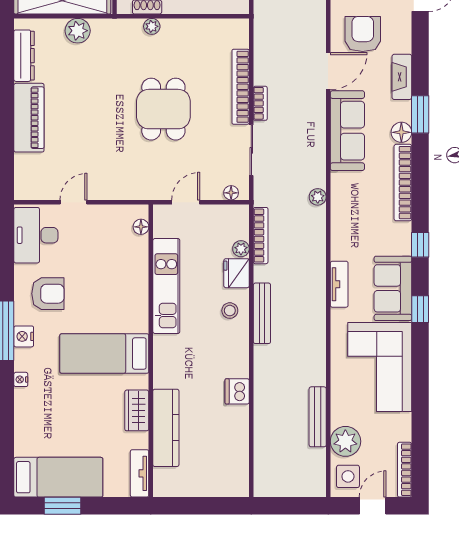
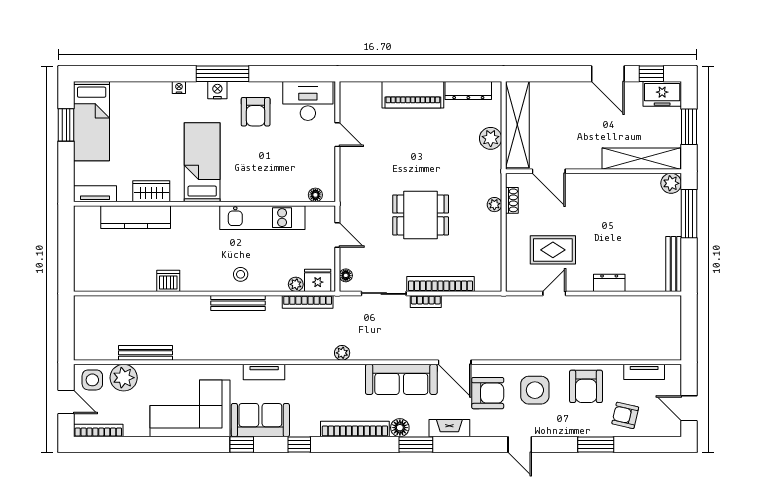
fridge: (237, 273) -> (318, 280), moved

